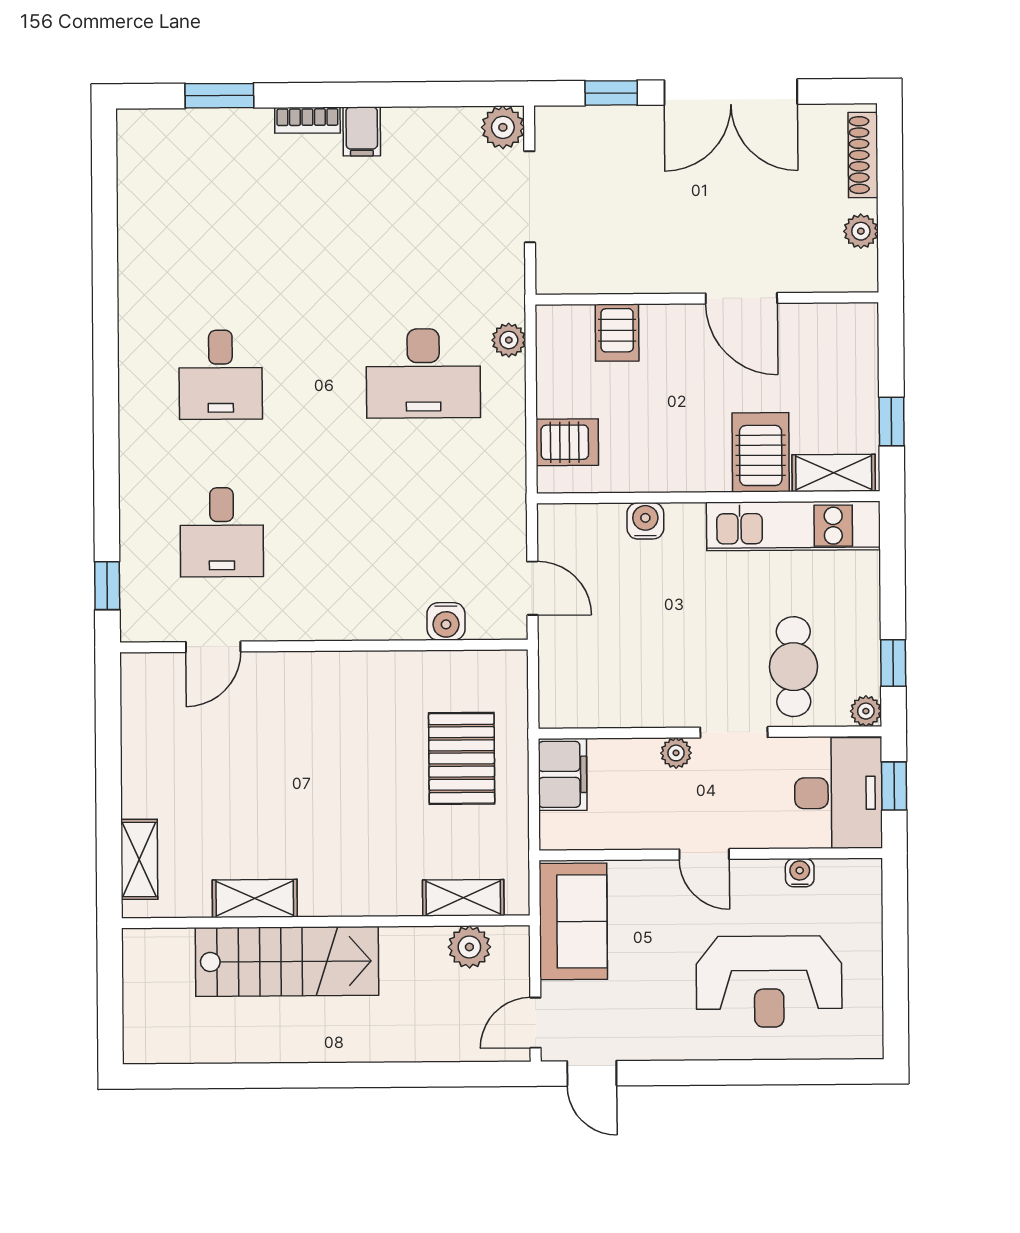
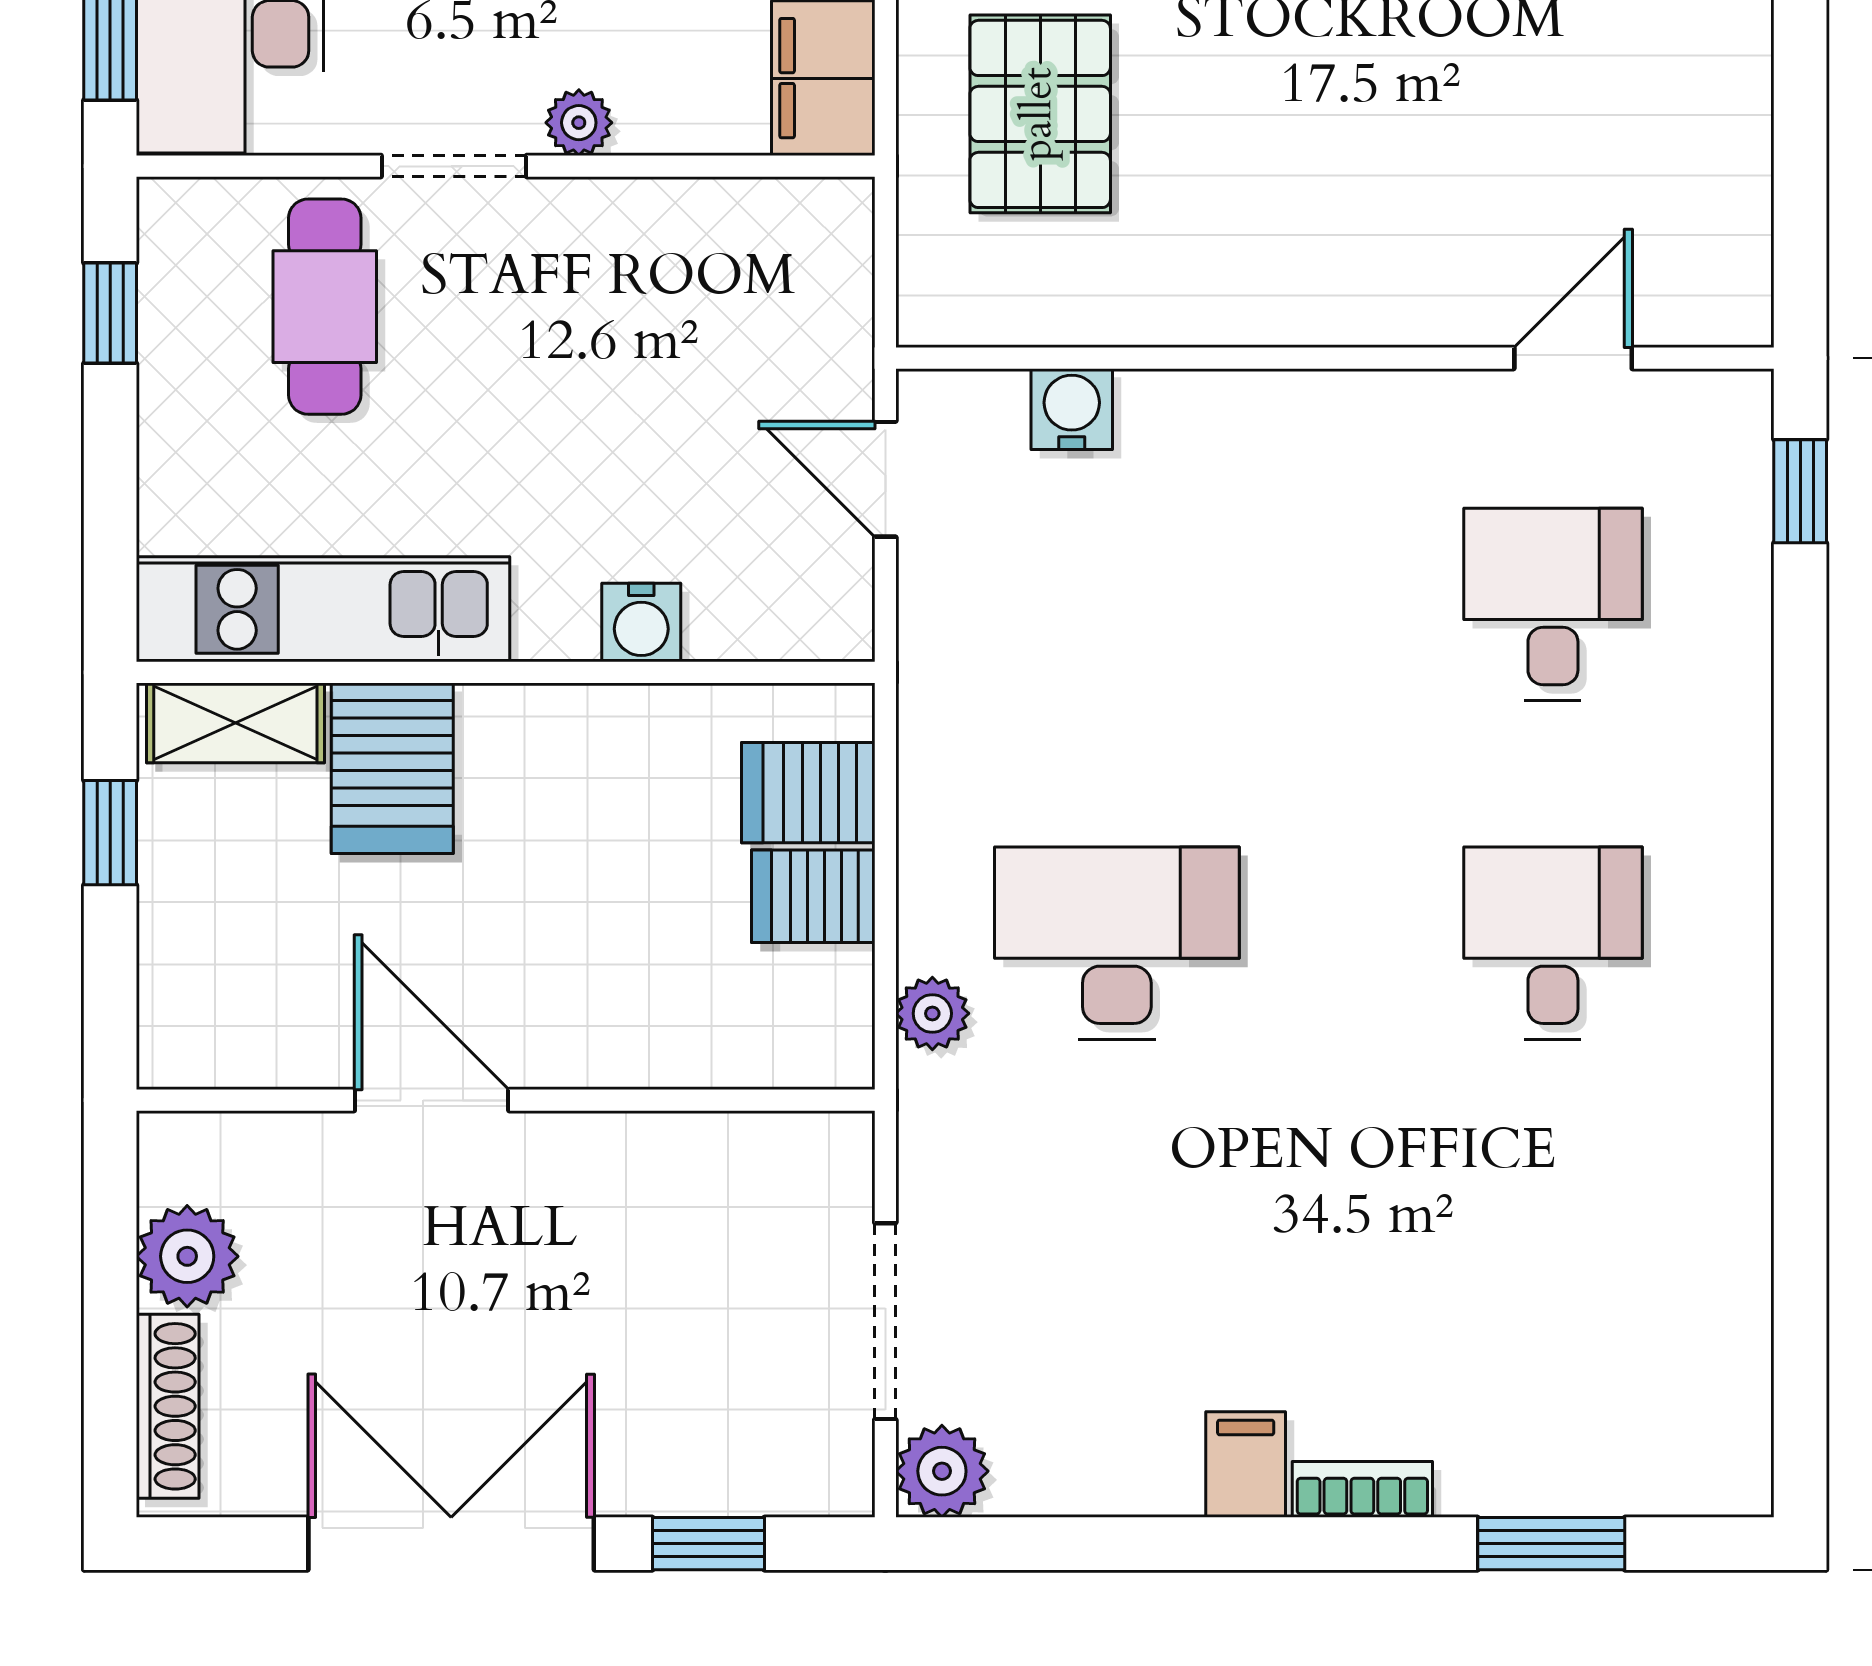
plant: (861, 231) -> (187, 1256), width x1.38, depth x1.38
server rack: (617, 333) -> (813, 896), moved, turned -90
plant: (866, 711) -> (170, 210), removed

